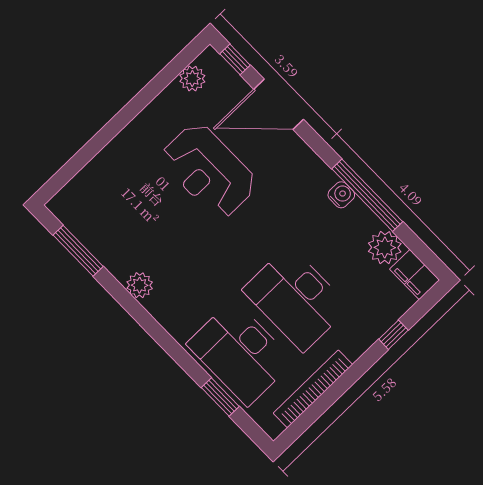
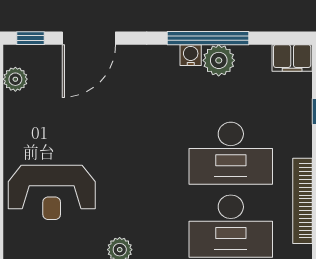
reception desk: (209, 171) -> (52, 192), moved
plant: (385, 248) -> (219, 60), moved

